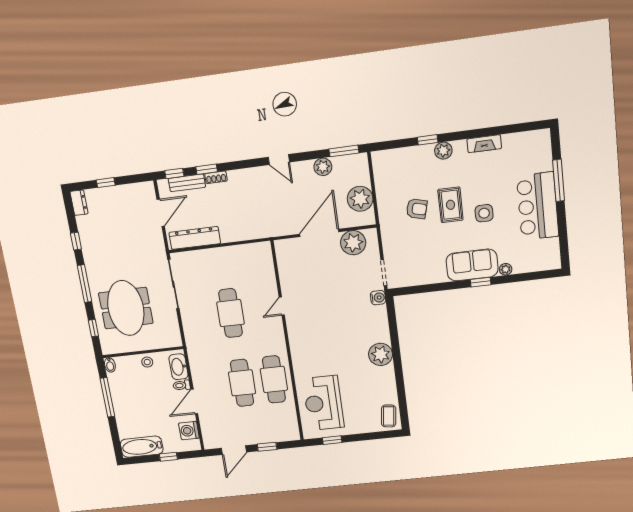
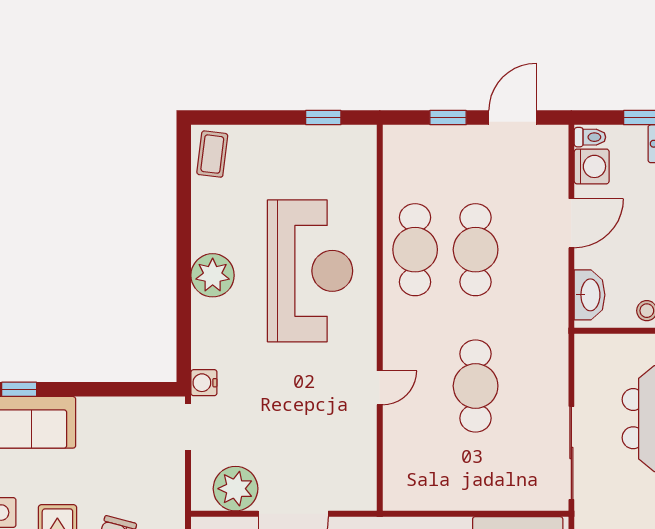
toilet: (182, 385) -> (590, 137), moved
reception desk: (323, 403) -> (310, 271), moved, width x1.36, depth x1.30

